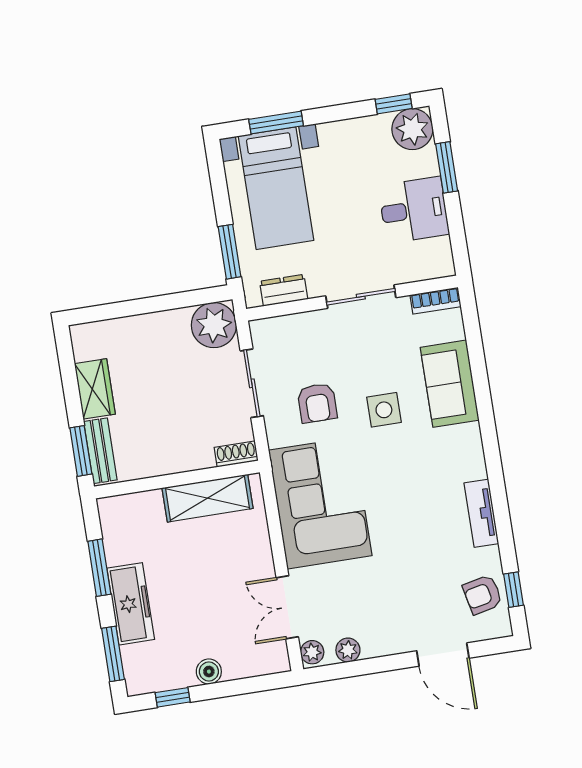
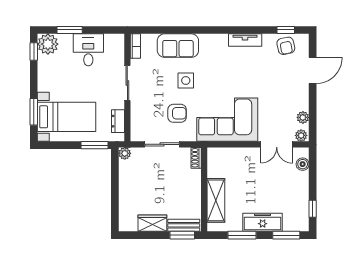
plant: (214, 325) -> (125, 153), width x0.53, depth x0.53
shelving: (207, 498) -> (216, 200), moved
boiler: (209, 672) -> (303, 164), moved

